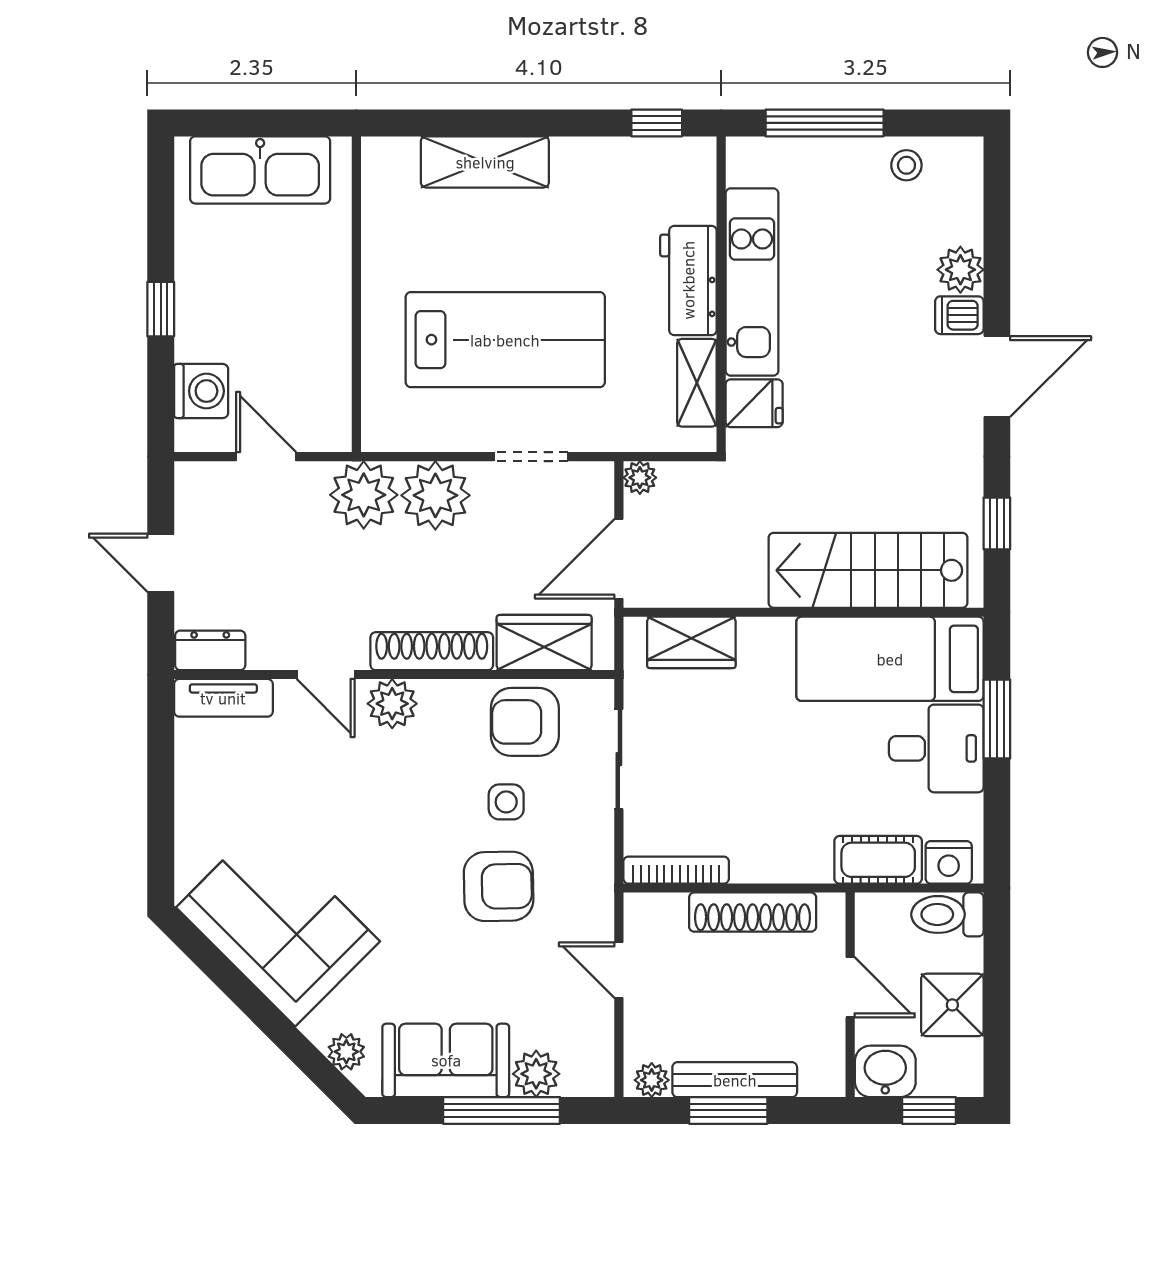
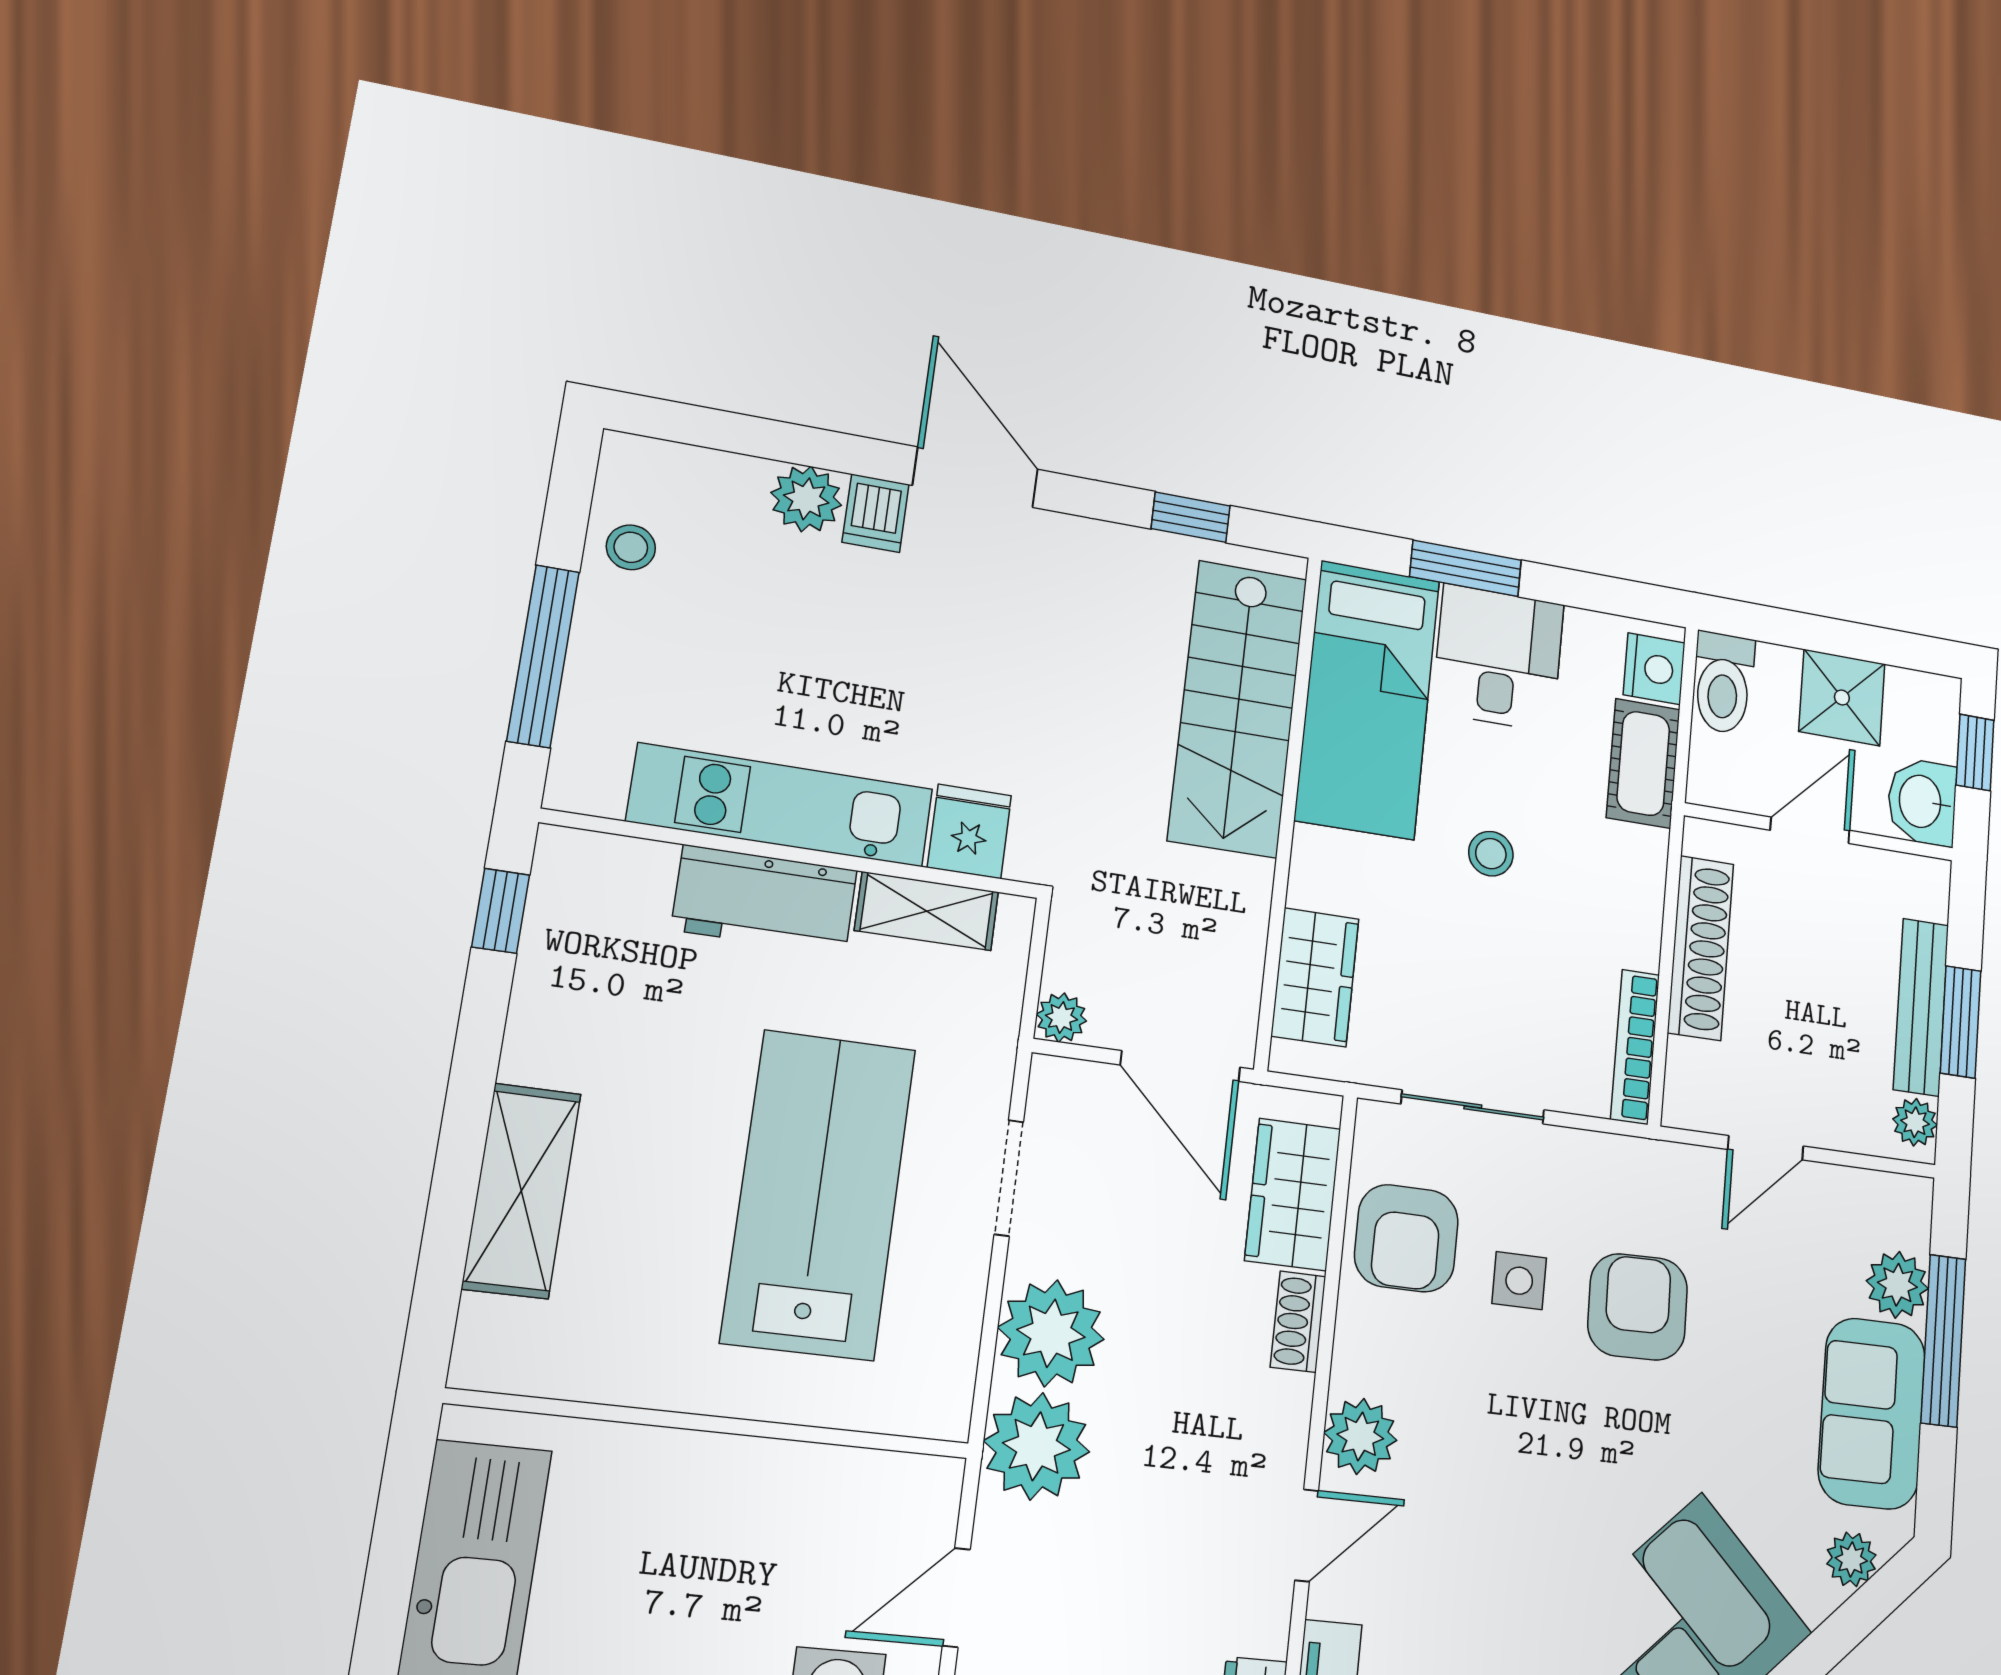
shoe rack: (432, 651) -> (1298, 1322), width x0.51, depth x0.81
stool: (796, 756) -> (1491, 854), added

